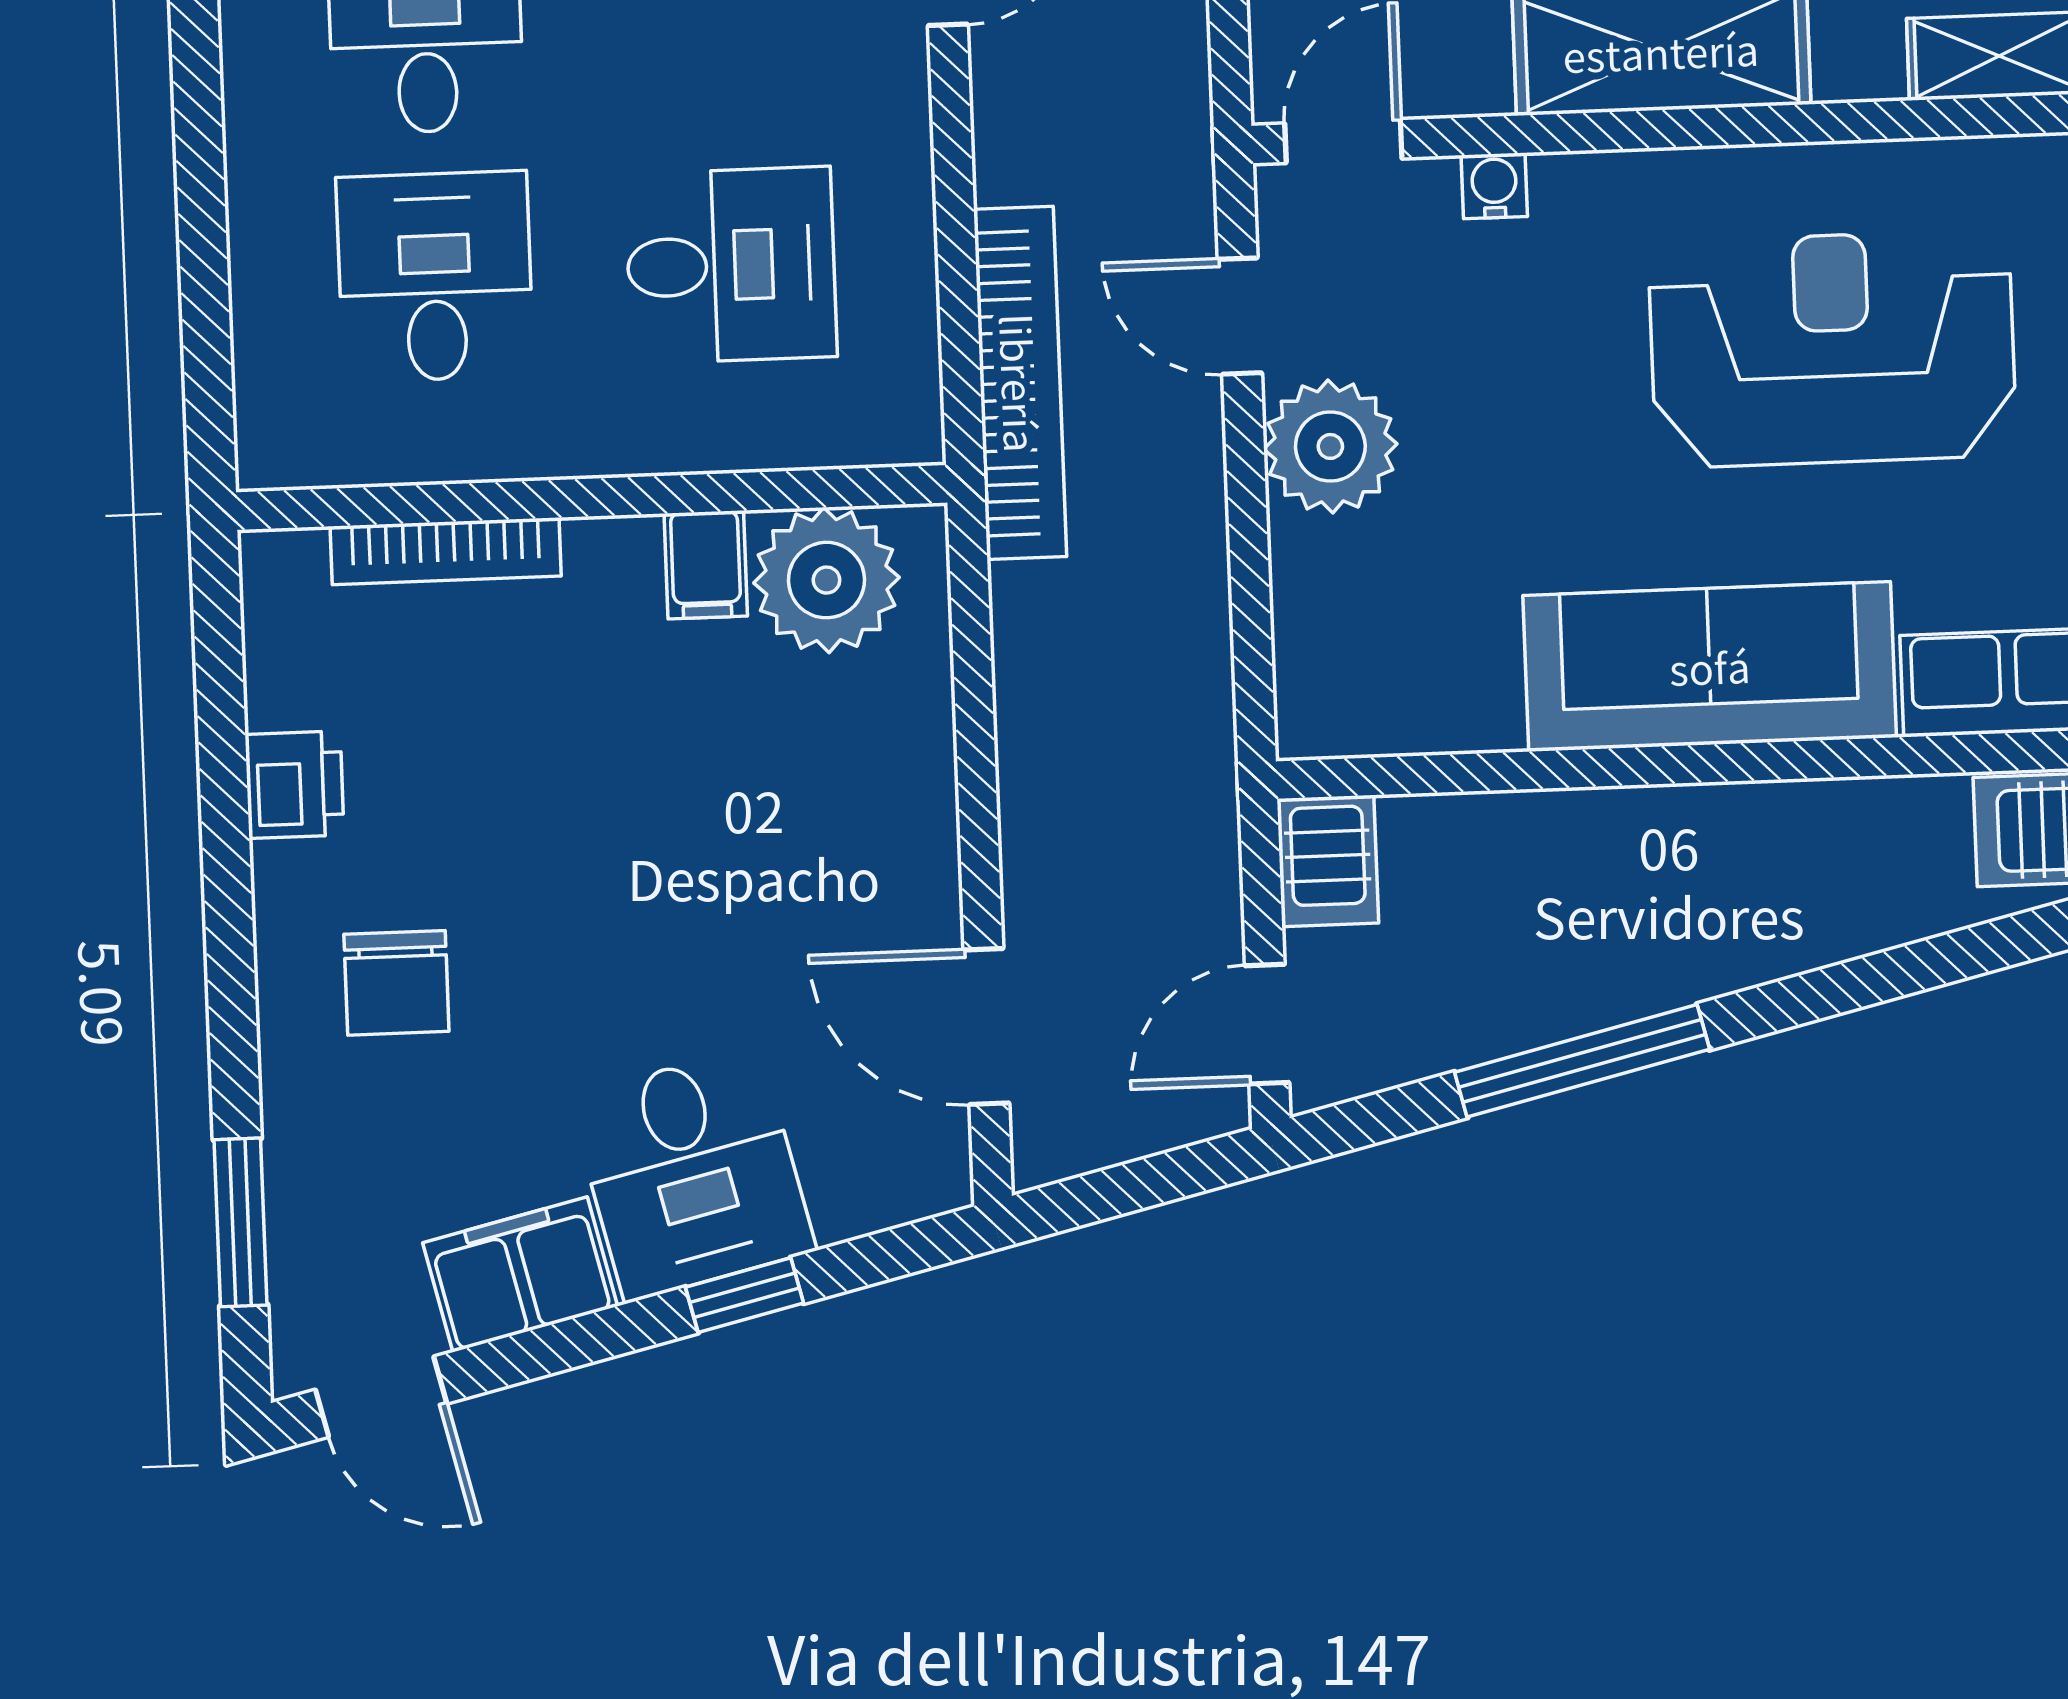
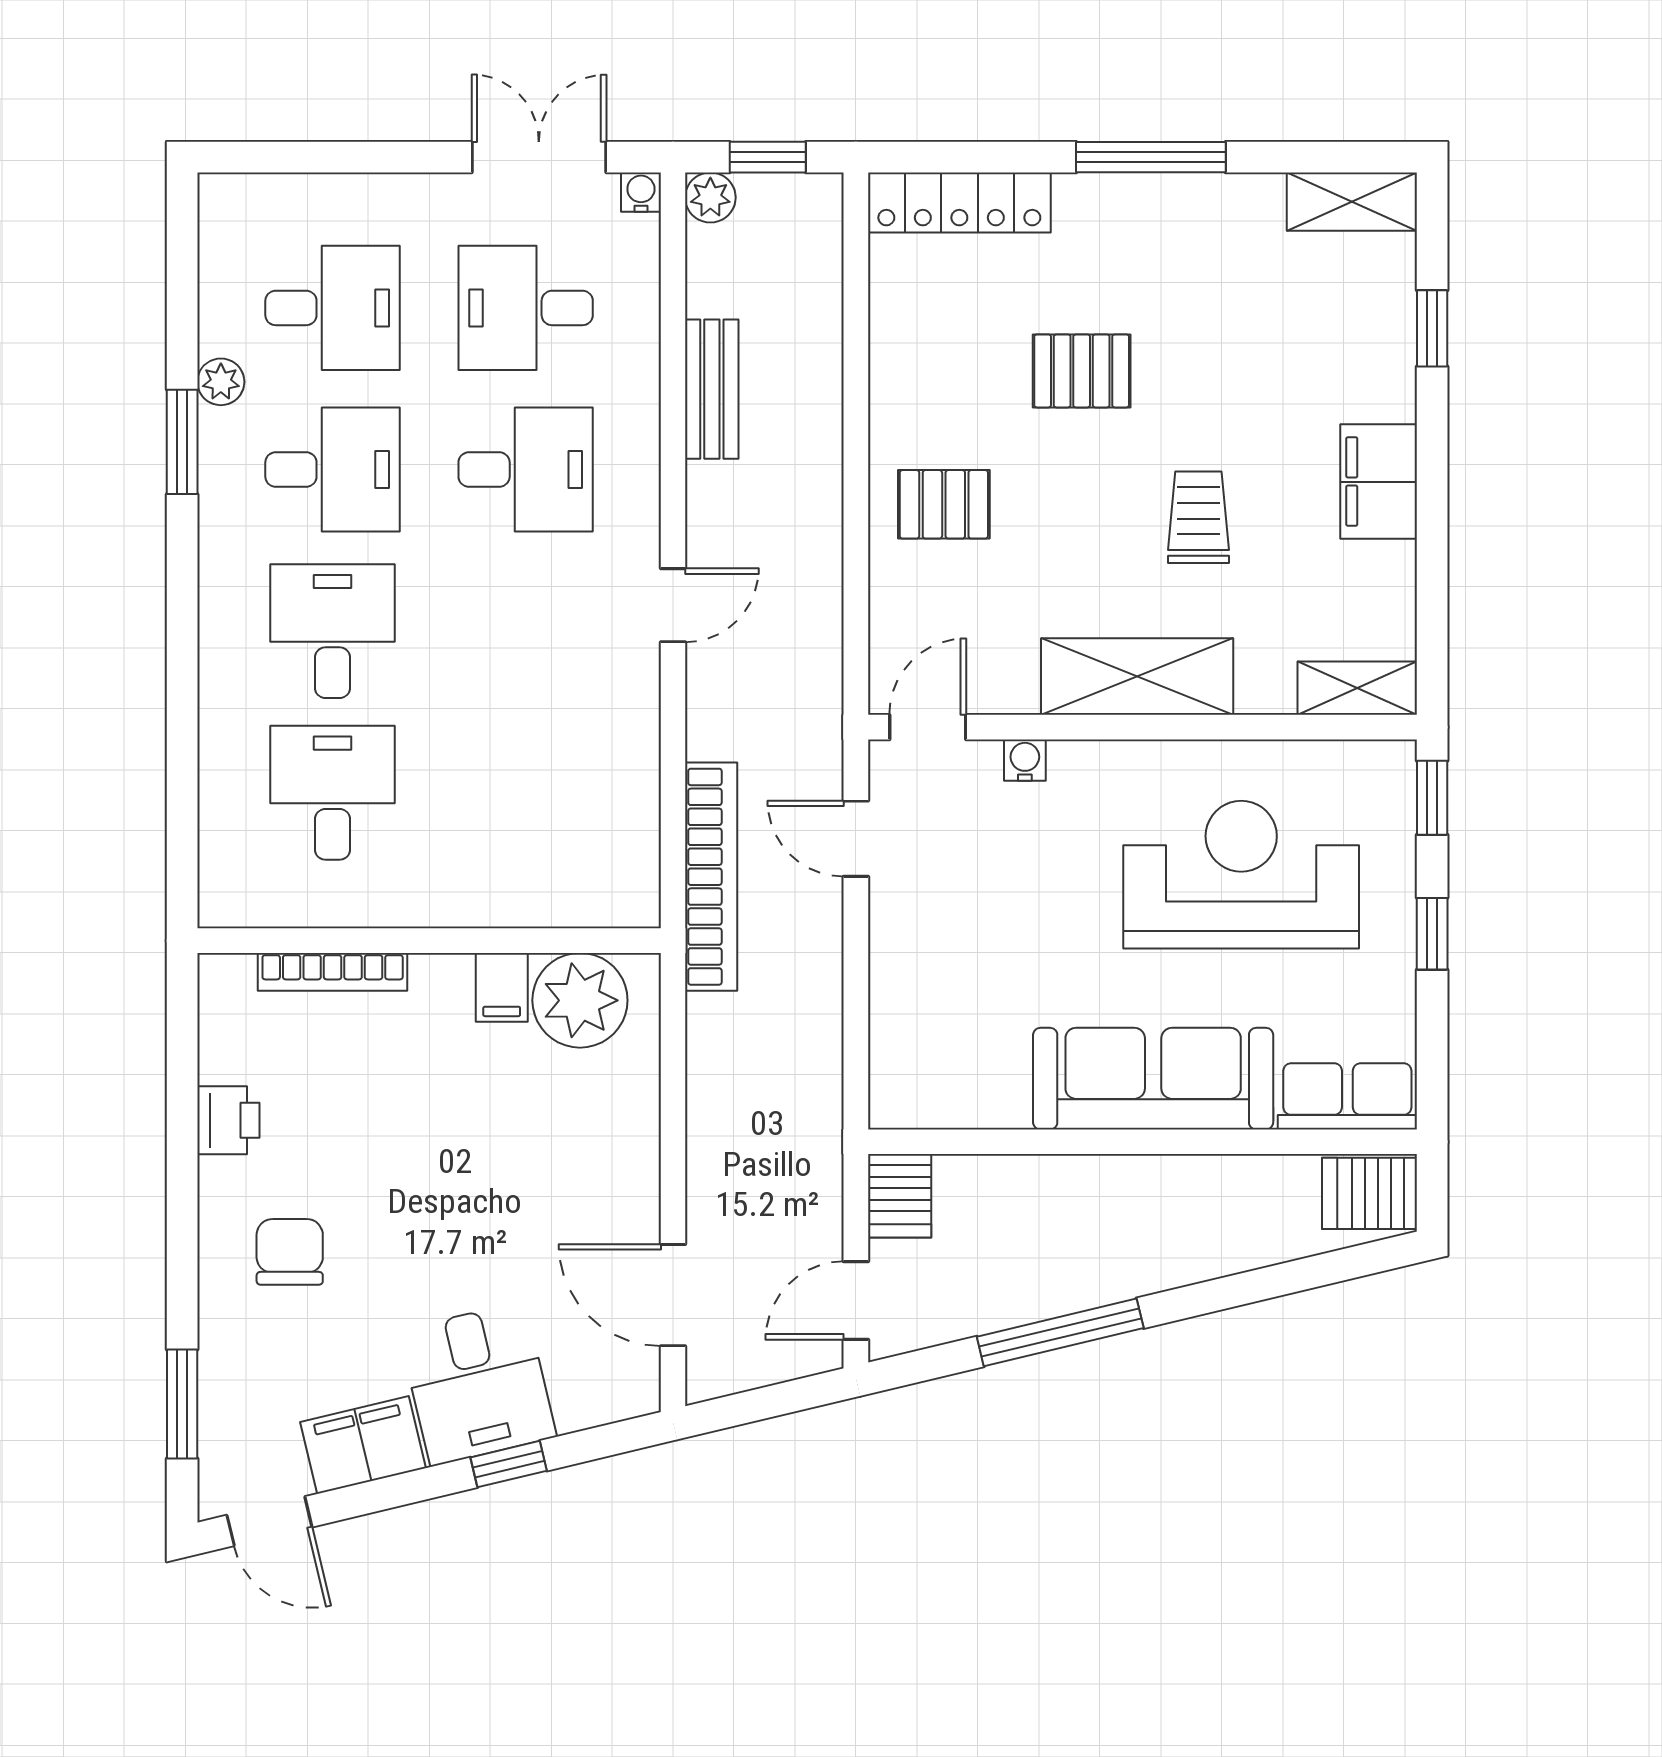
desk: (731, 265) -> (526, 793), removed
plant: (1330, 446) -> (912, 926), removed
chair: (396, 983) -> (290, 1252), turned 180

